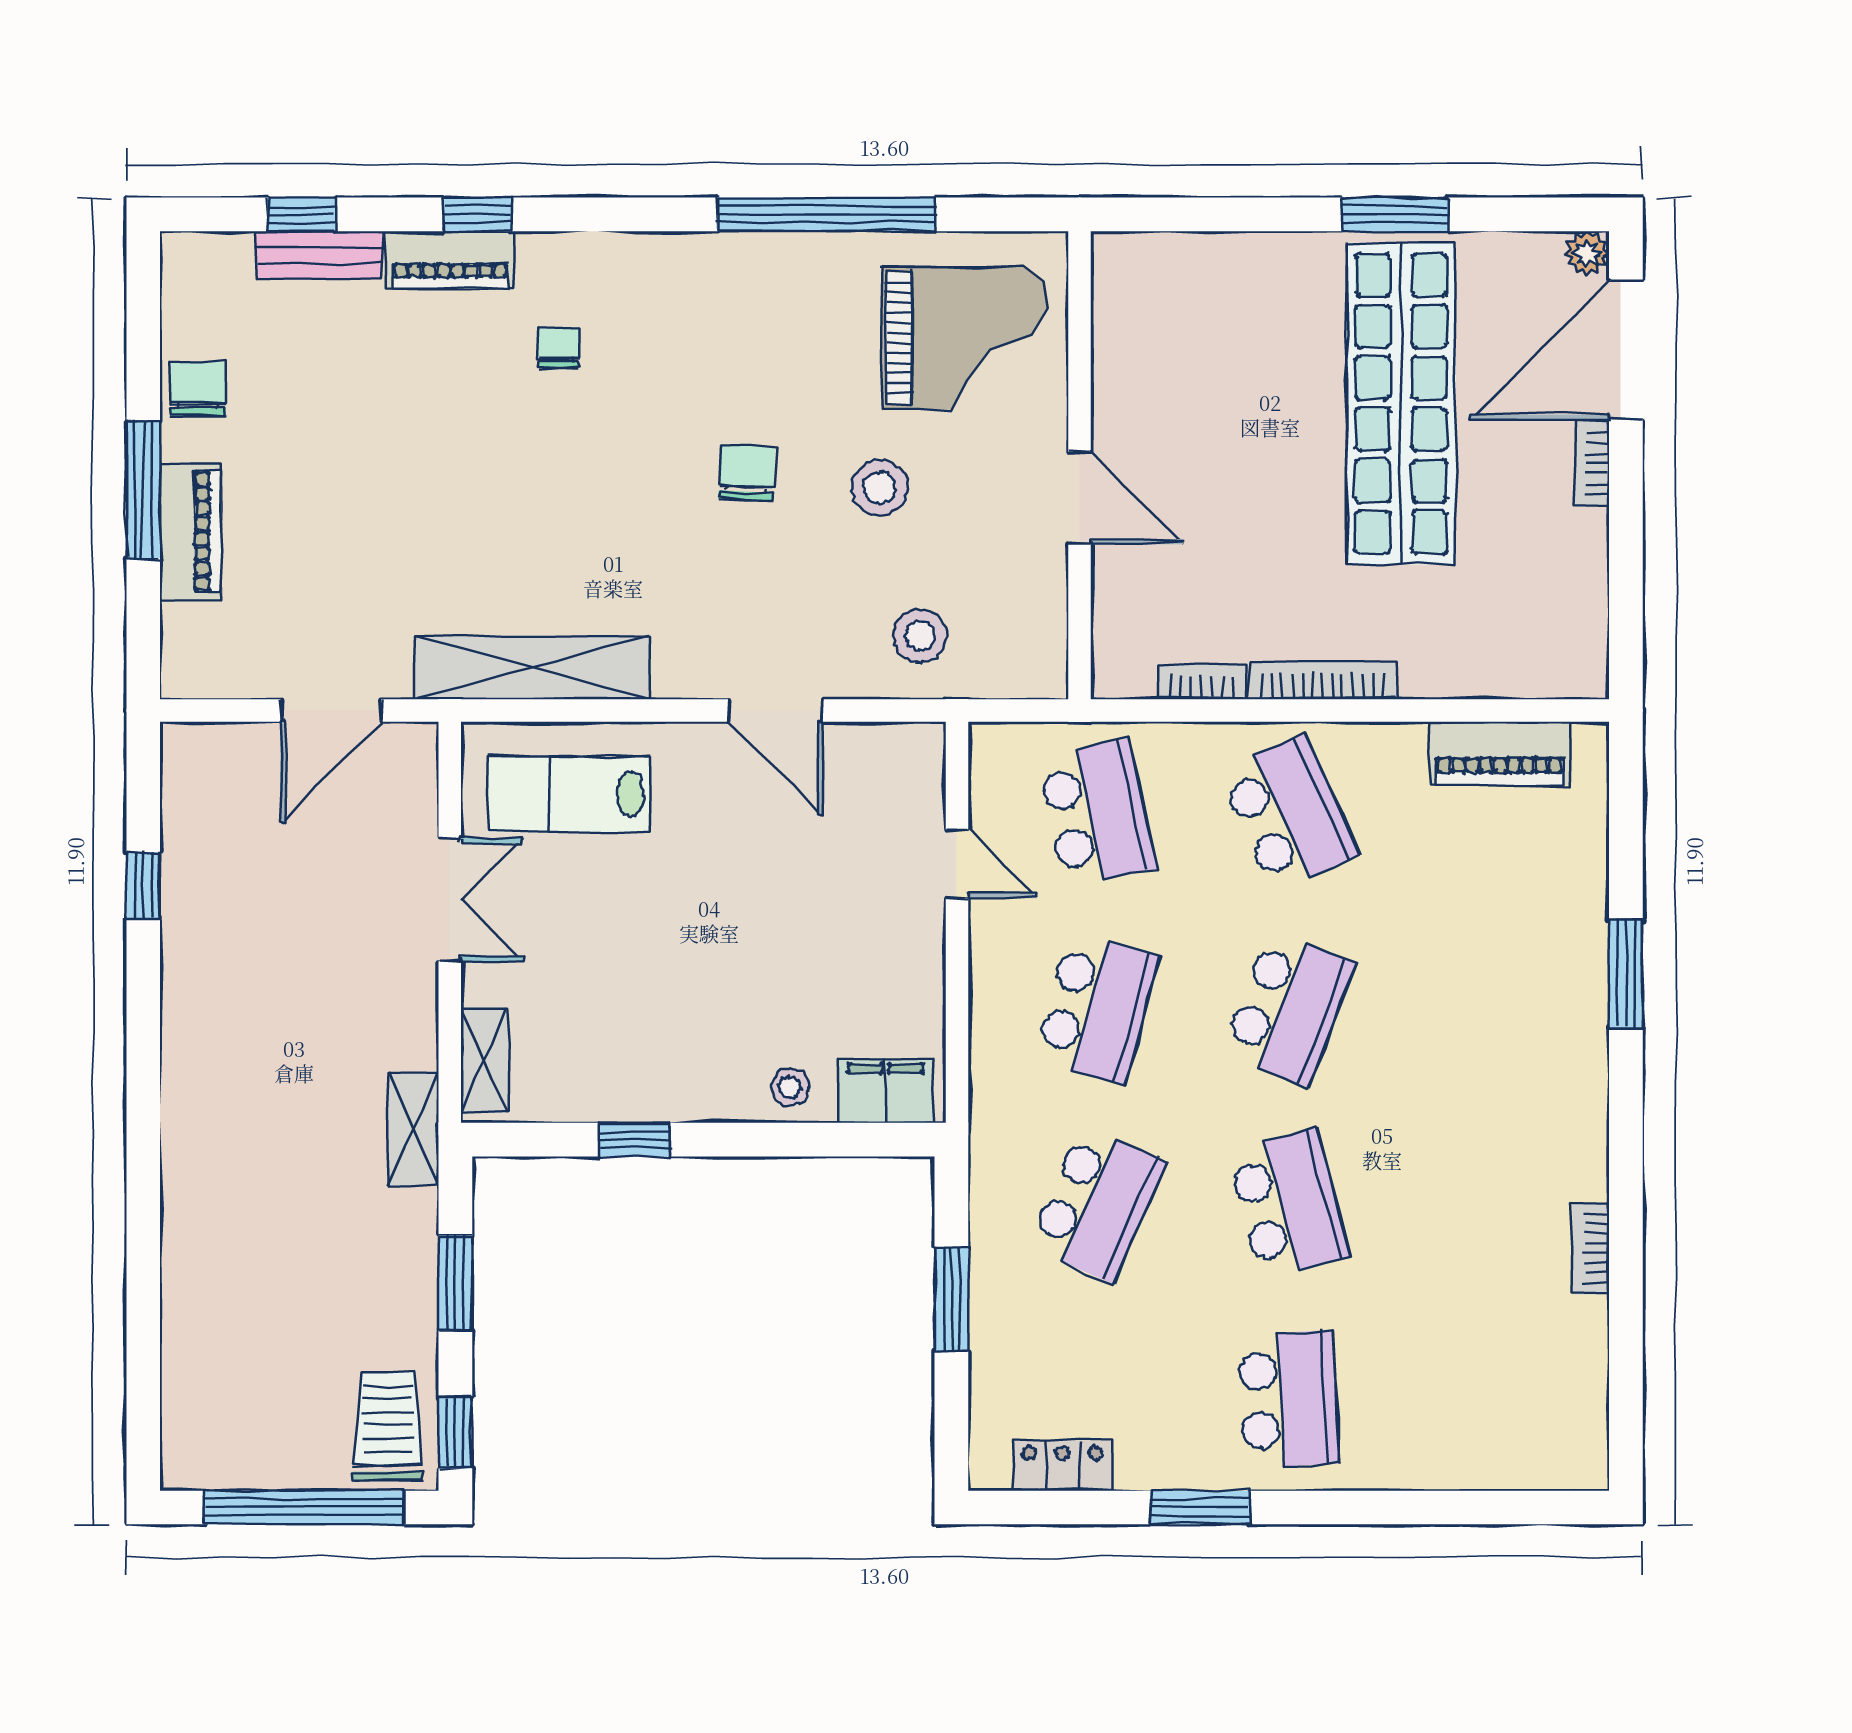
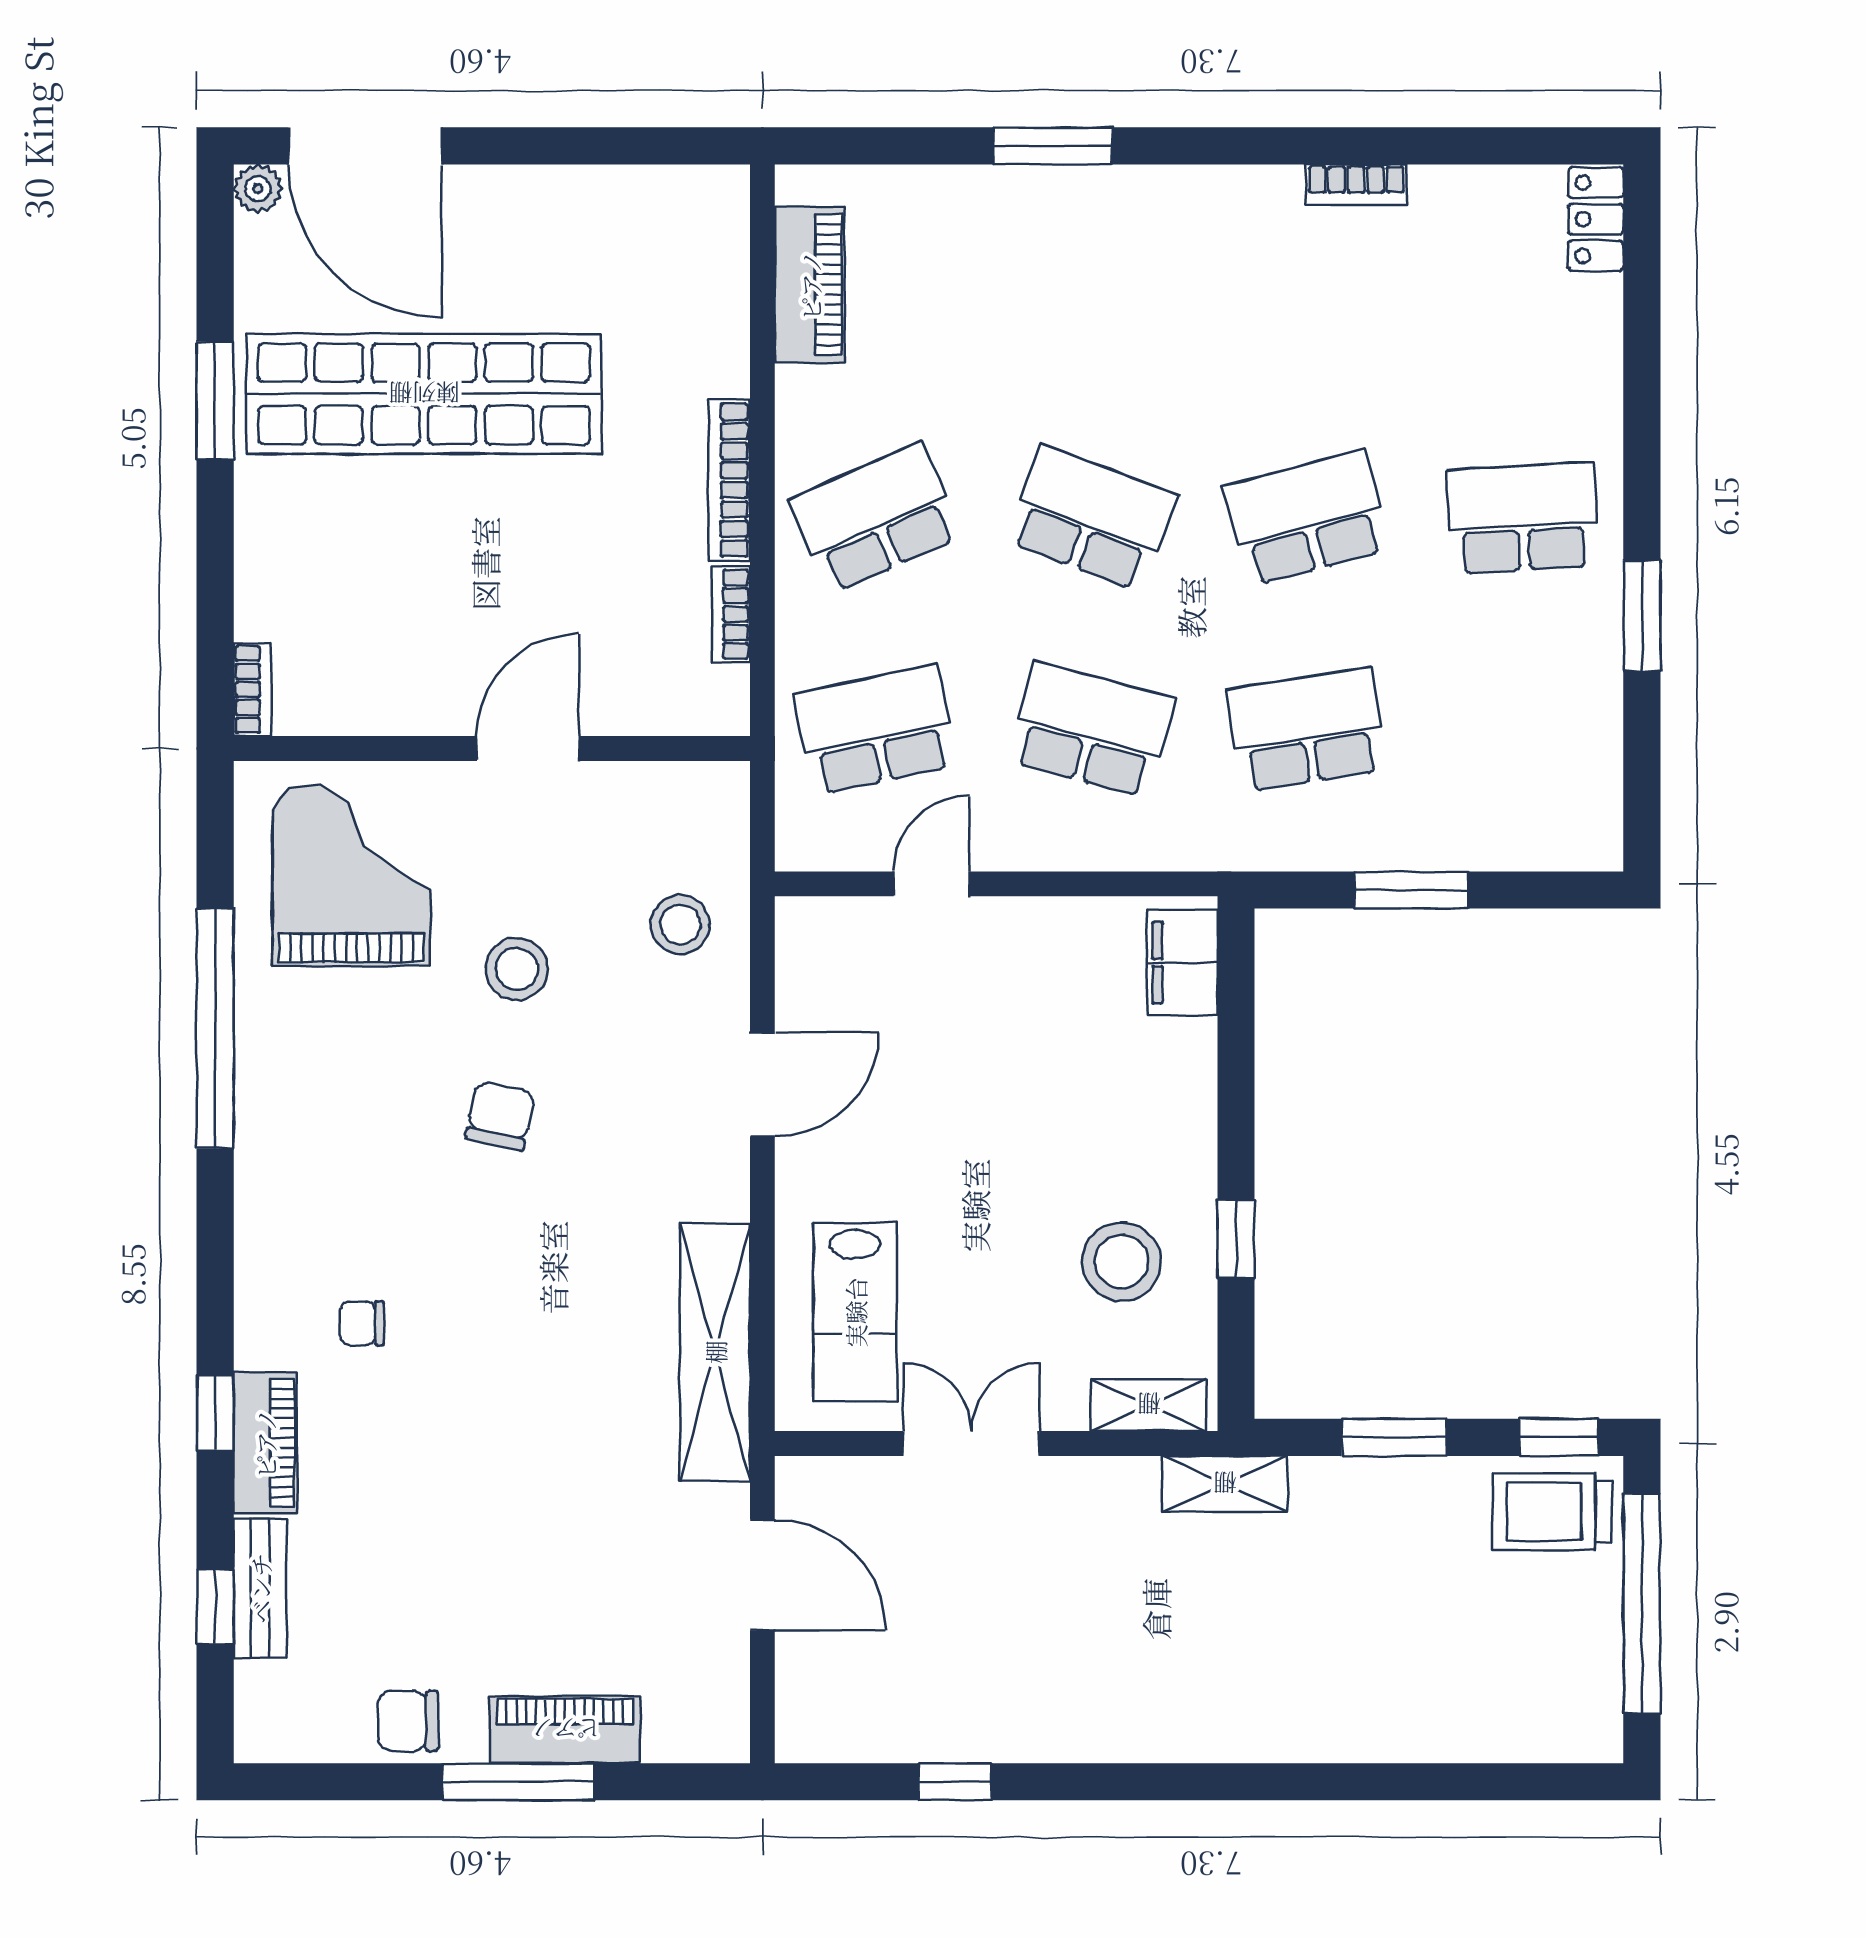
bookcase: (1592, 464) -> (252, 690), moved, turned -90
chair: (747, 473) -> (500, 1116), turned 100
stool: (790, 1087) -> (1121, 1262), moved, width x1.89, depth x1.89
school desk: (1097, 1204) -> (1307, 730), turned -33
locker: (1062, 1466) -> (1596, 219), moved

